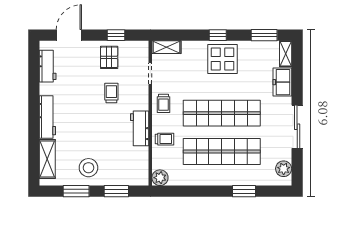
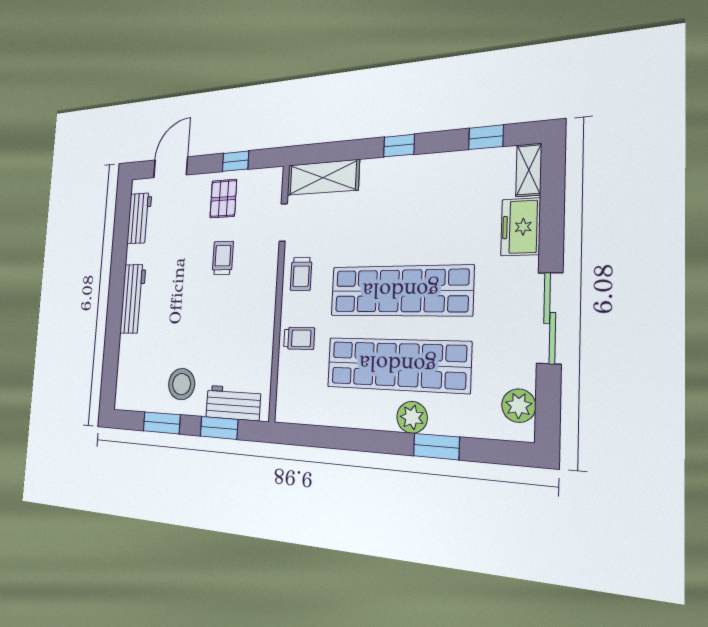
window: (264, 35) -> (486, 137), width x0.67
shelving: (166, 47) -> (323, 178), width x1.50, depth x1.33
display table: (223, 59) -> (406, 189), removed
workbench: (140, 128) -> (233, 403), moved, turned 90
shelving: (47, 159) -> (127, 367), removed
plant: (160, 178) -> (412, 417), moved

